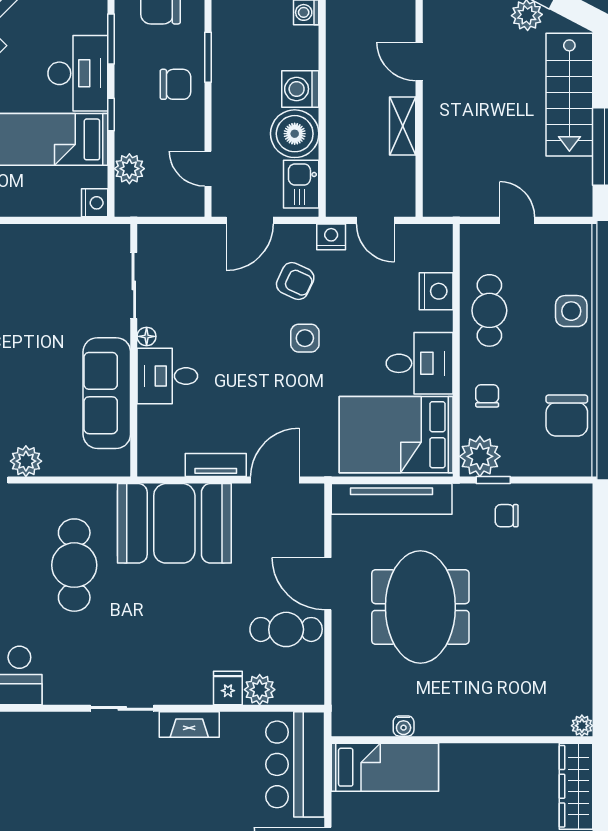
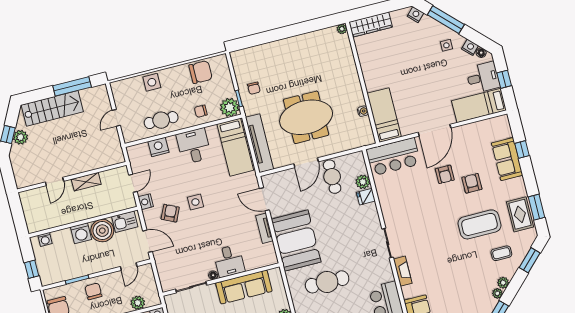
bed: (396, 435) -> (235, 147), width x0.67
fireplace: (189, 724) -> (403, 271), moved

